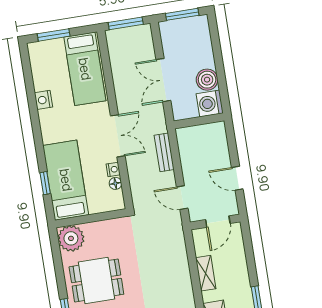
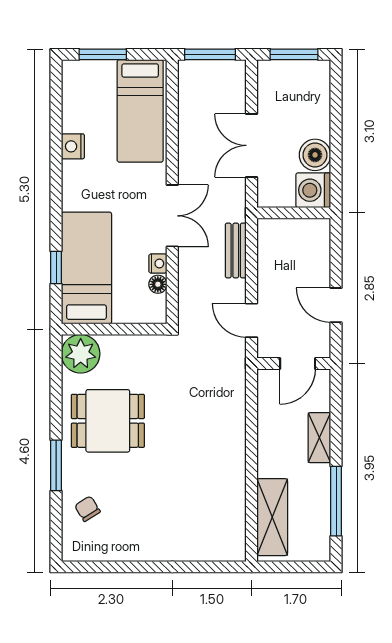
shelving: (206, 273) -> (319, 438), moved

